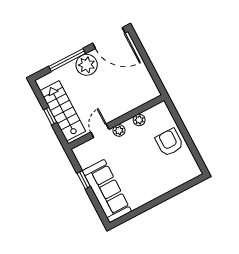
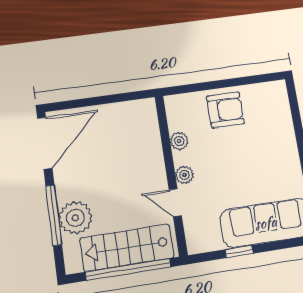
plant: (87, 65) -> (75, 218), moved
window: (50, 116) -> (128, 269), width x3.17
armchair: (169, 142) -> (226, 110), turned 180

